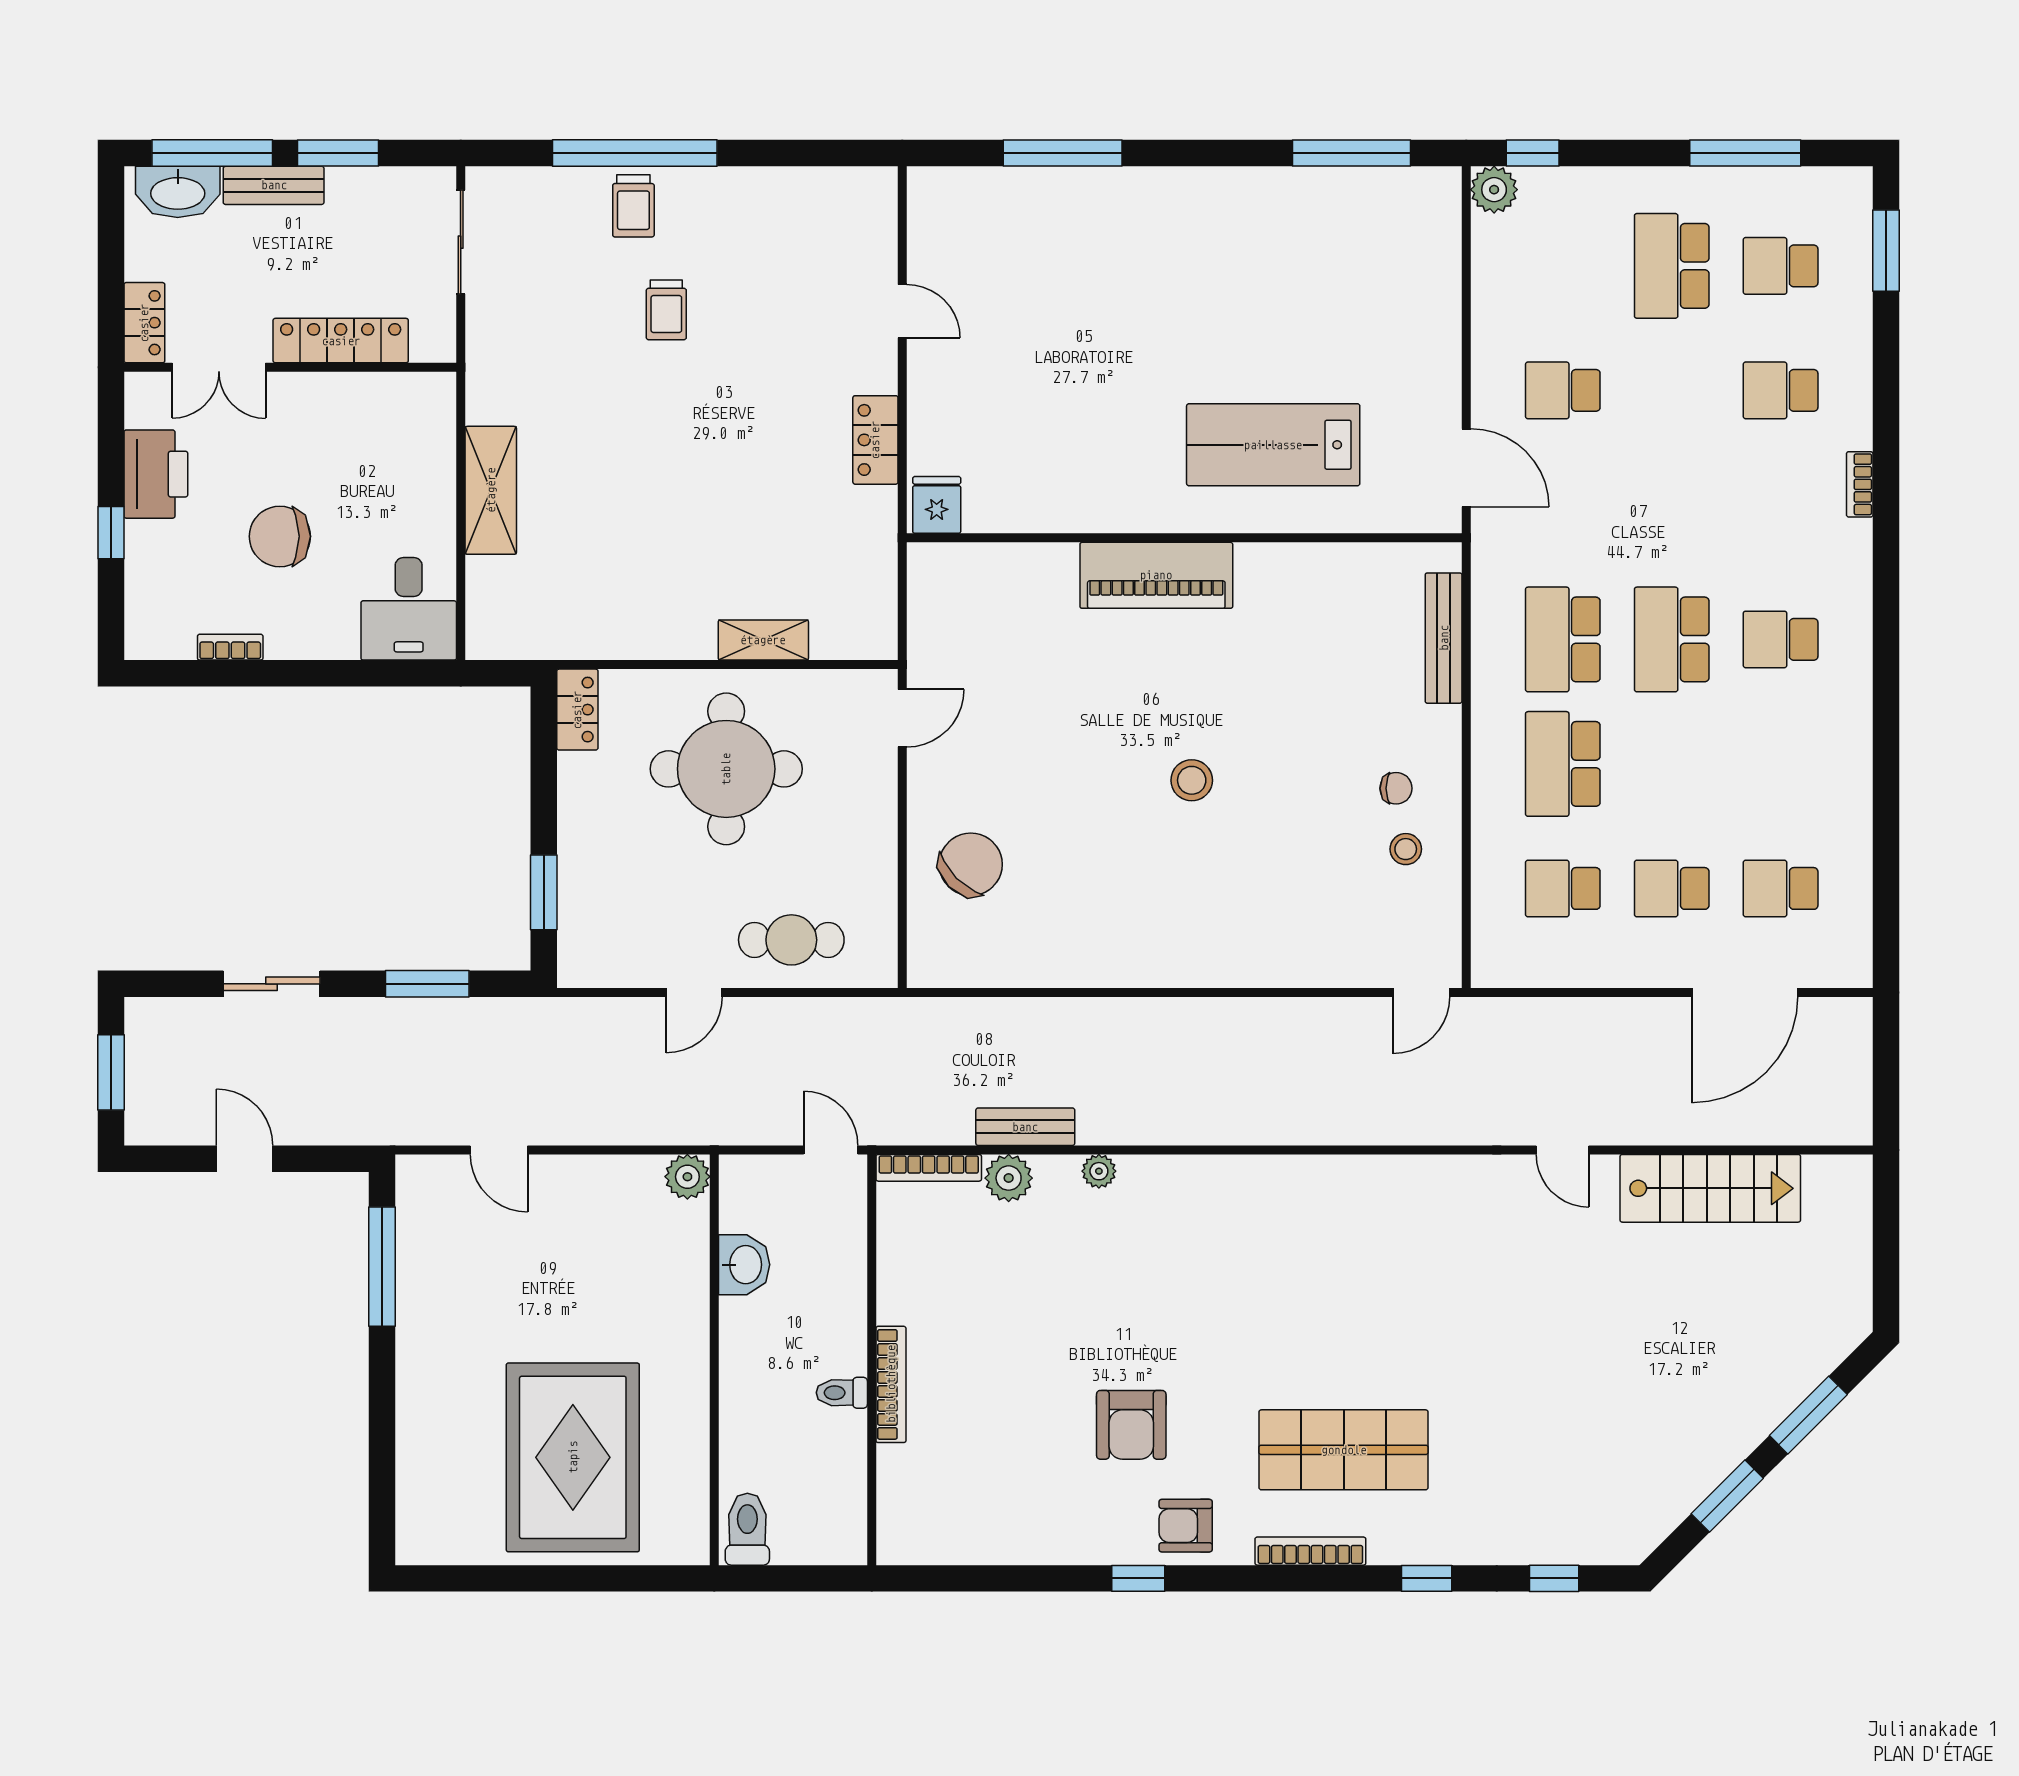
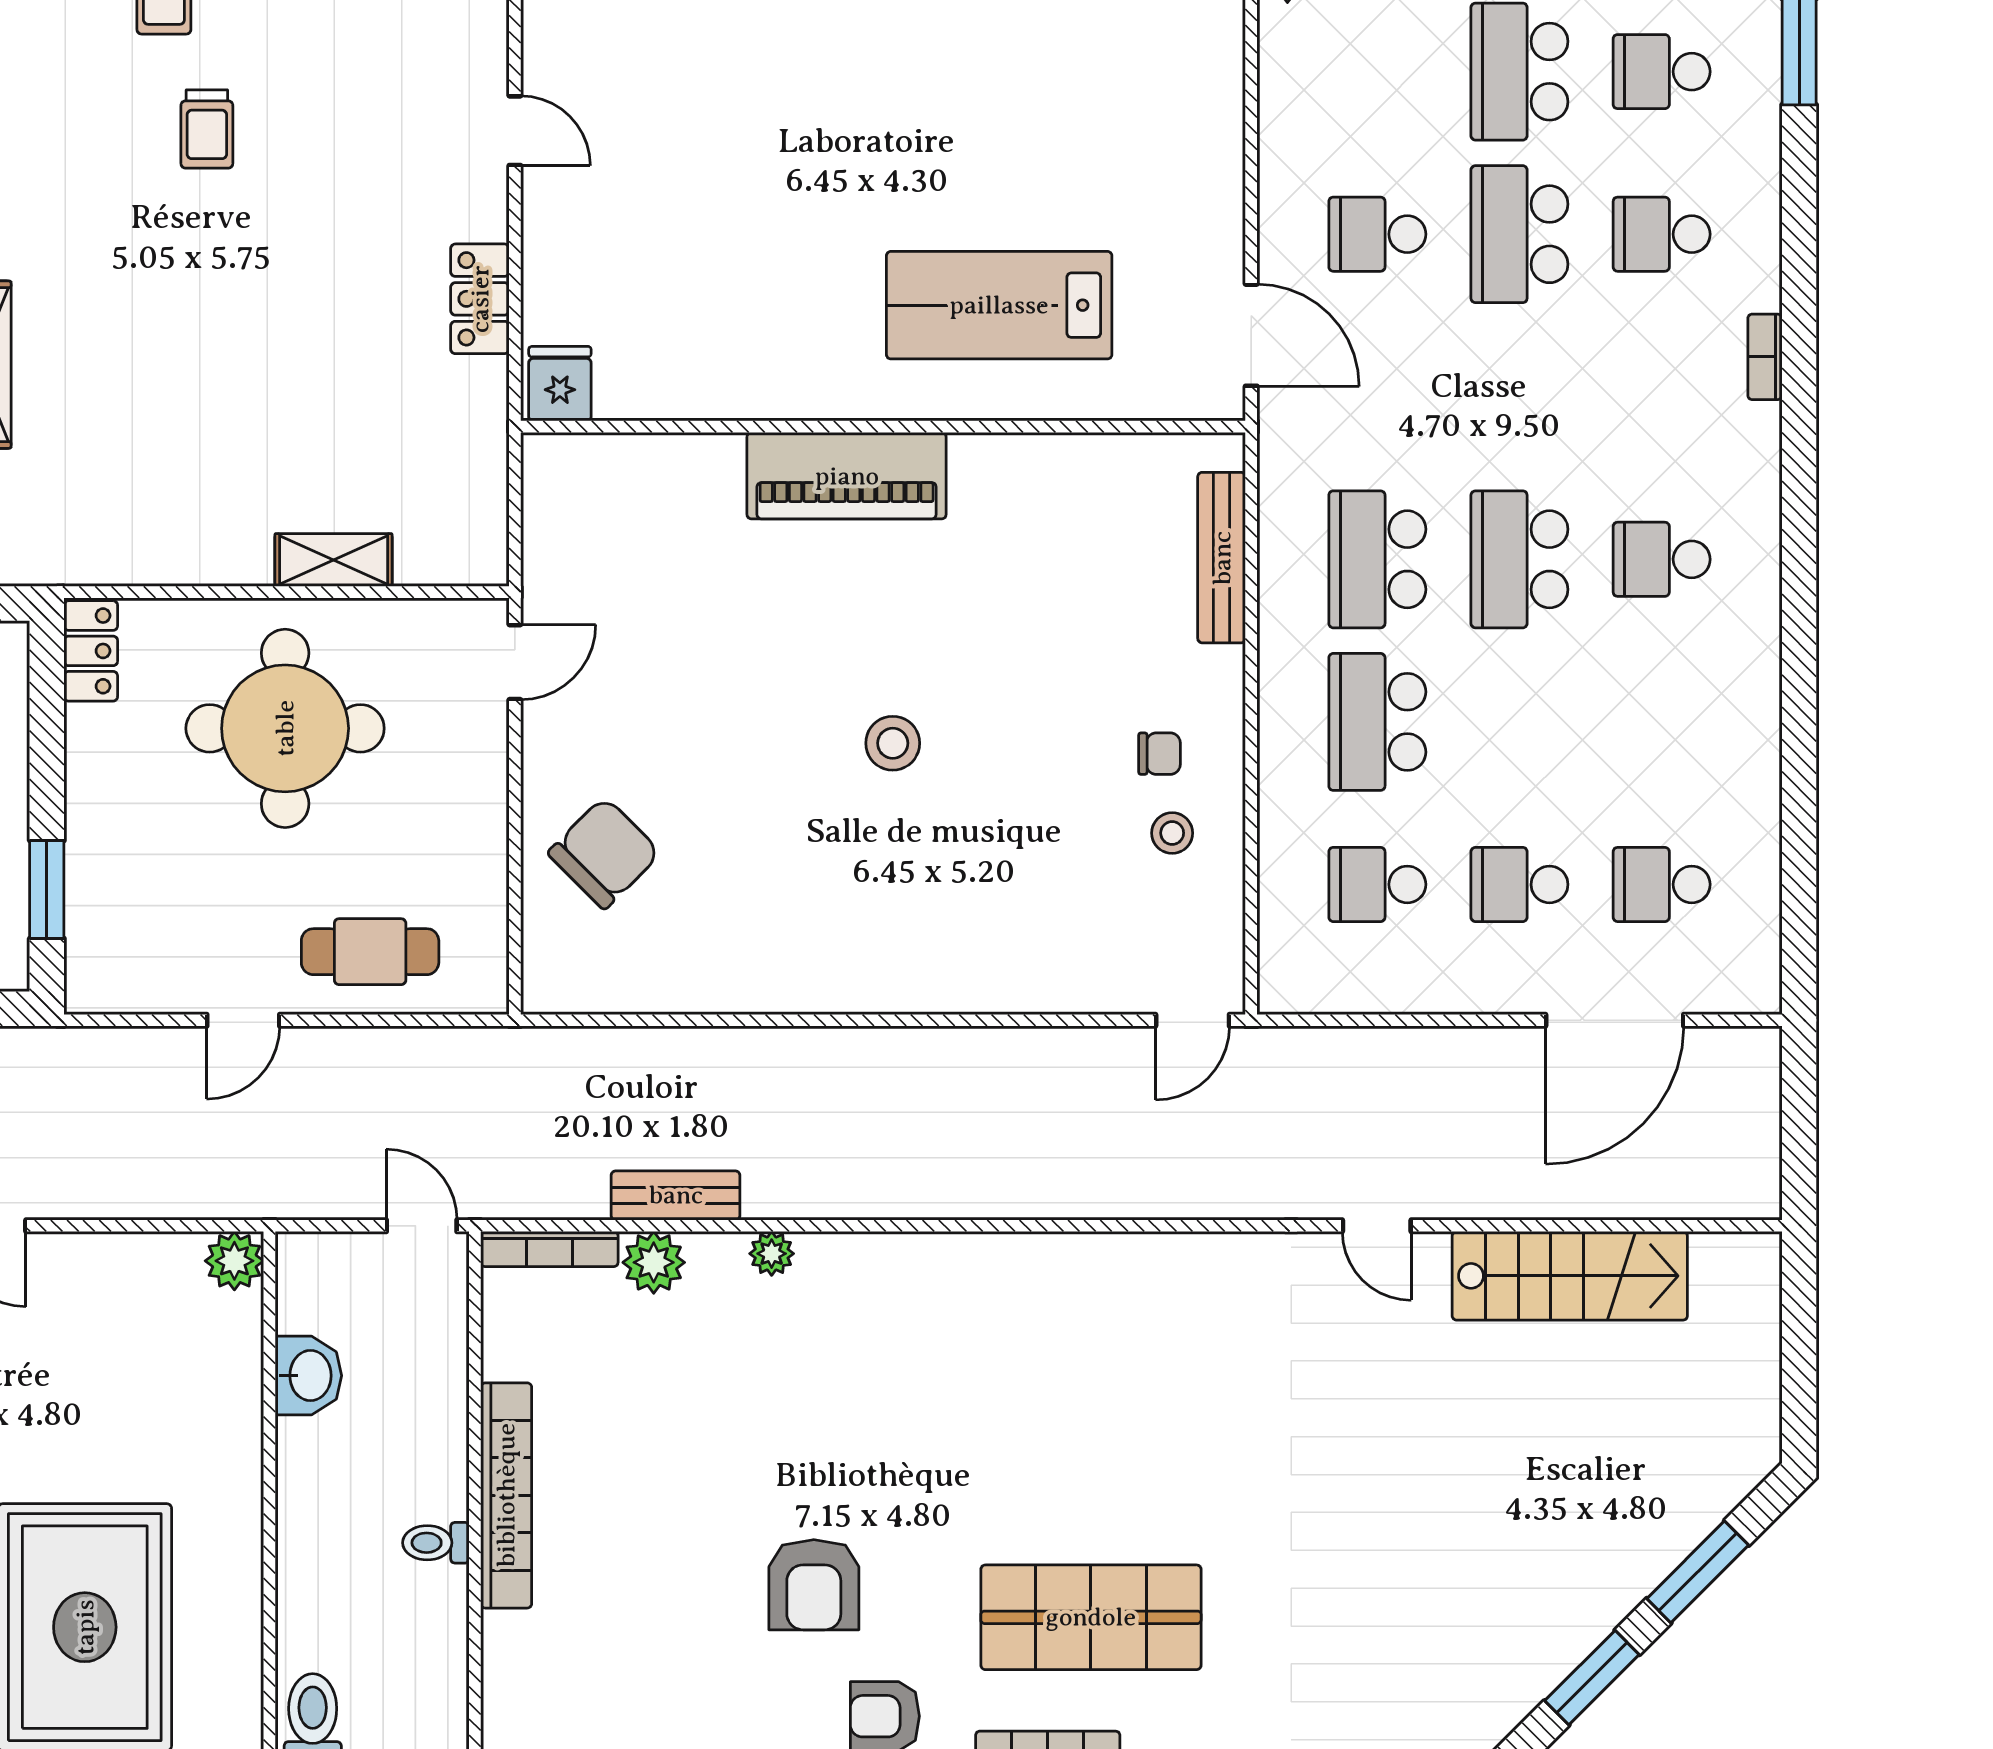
school desk: (1672, 390) -> (1519, 234), added
bookcase: (891, 1384) -> (506, 1495), width x1.48, depth x1.31

